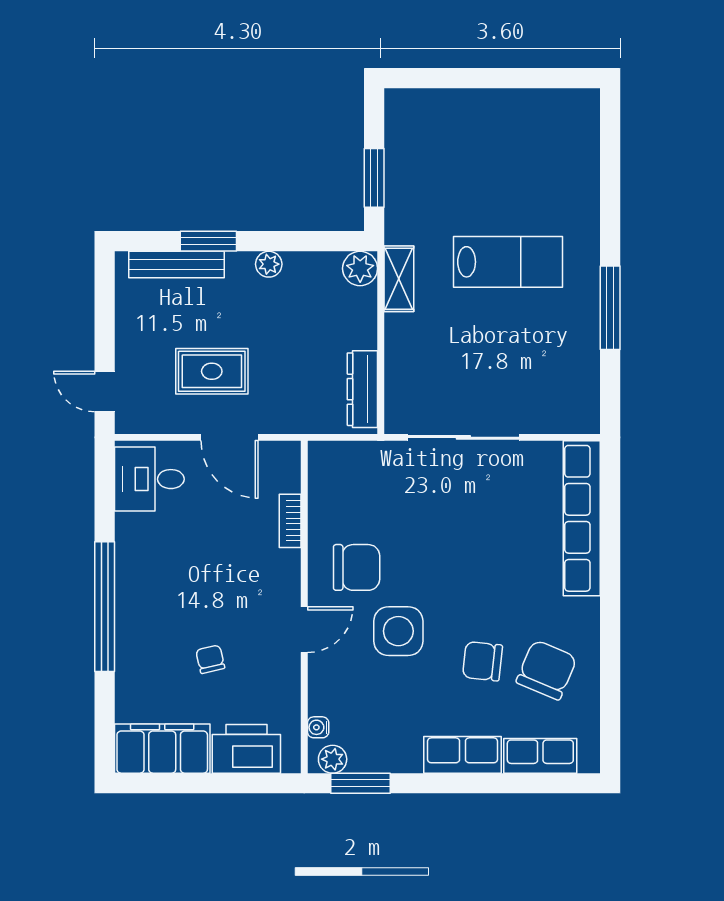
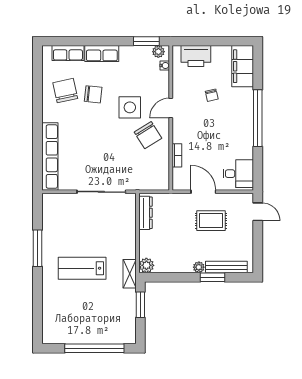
window: (480, 78) -> (94, 348), added
plant: (269, 264) -> (199, 267), moved
shelving: (399, 279) -> (130, 274), moved
chair: (357, 567) -> (148, 135), turned -122
chair: (547, 670) -> (65, 91), turned 145
filing cabinet: (162, 749) -> (243, 66), moved, turned 90

